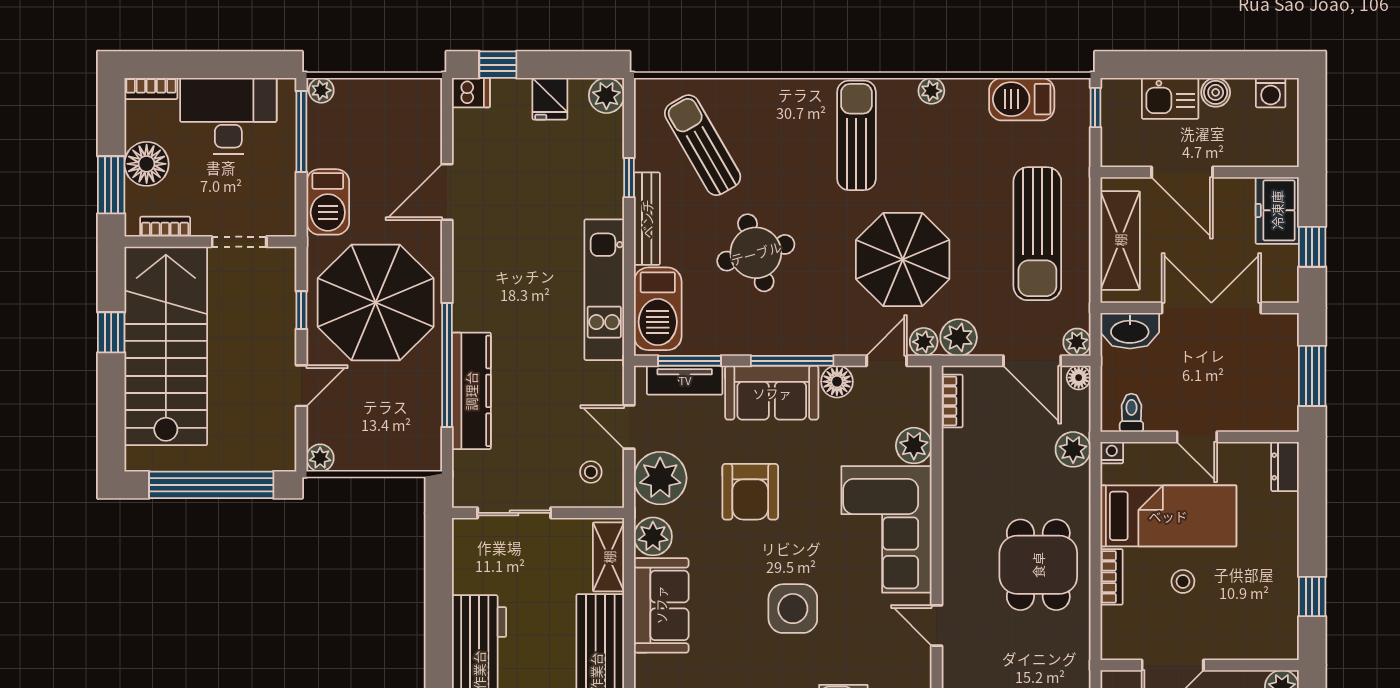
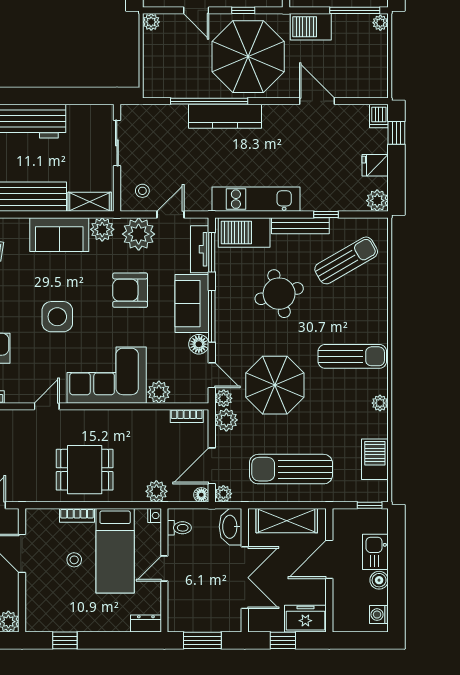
kitchen counter: (471, 391) -> (225, 116), moved

